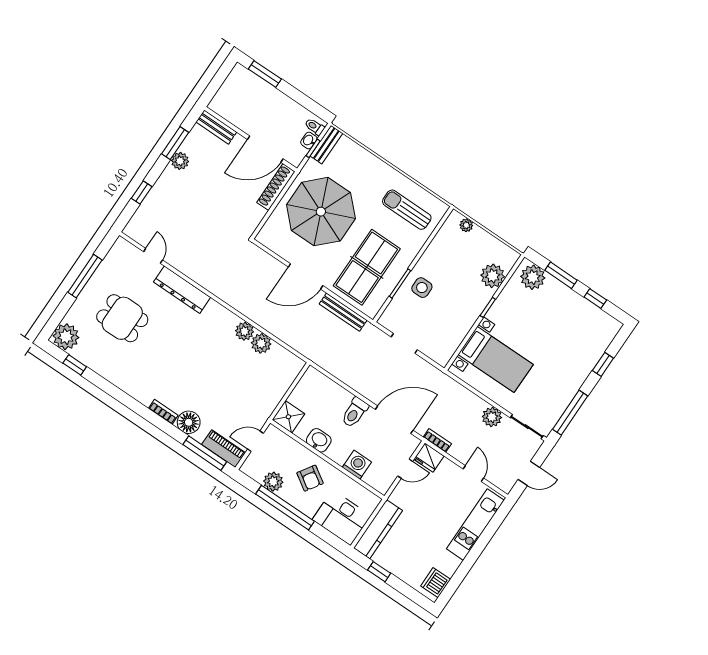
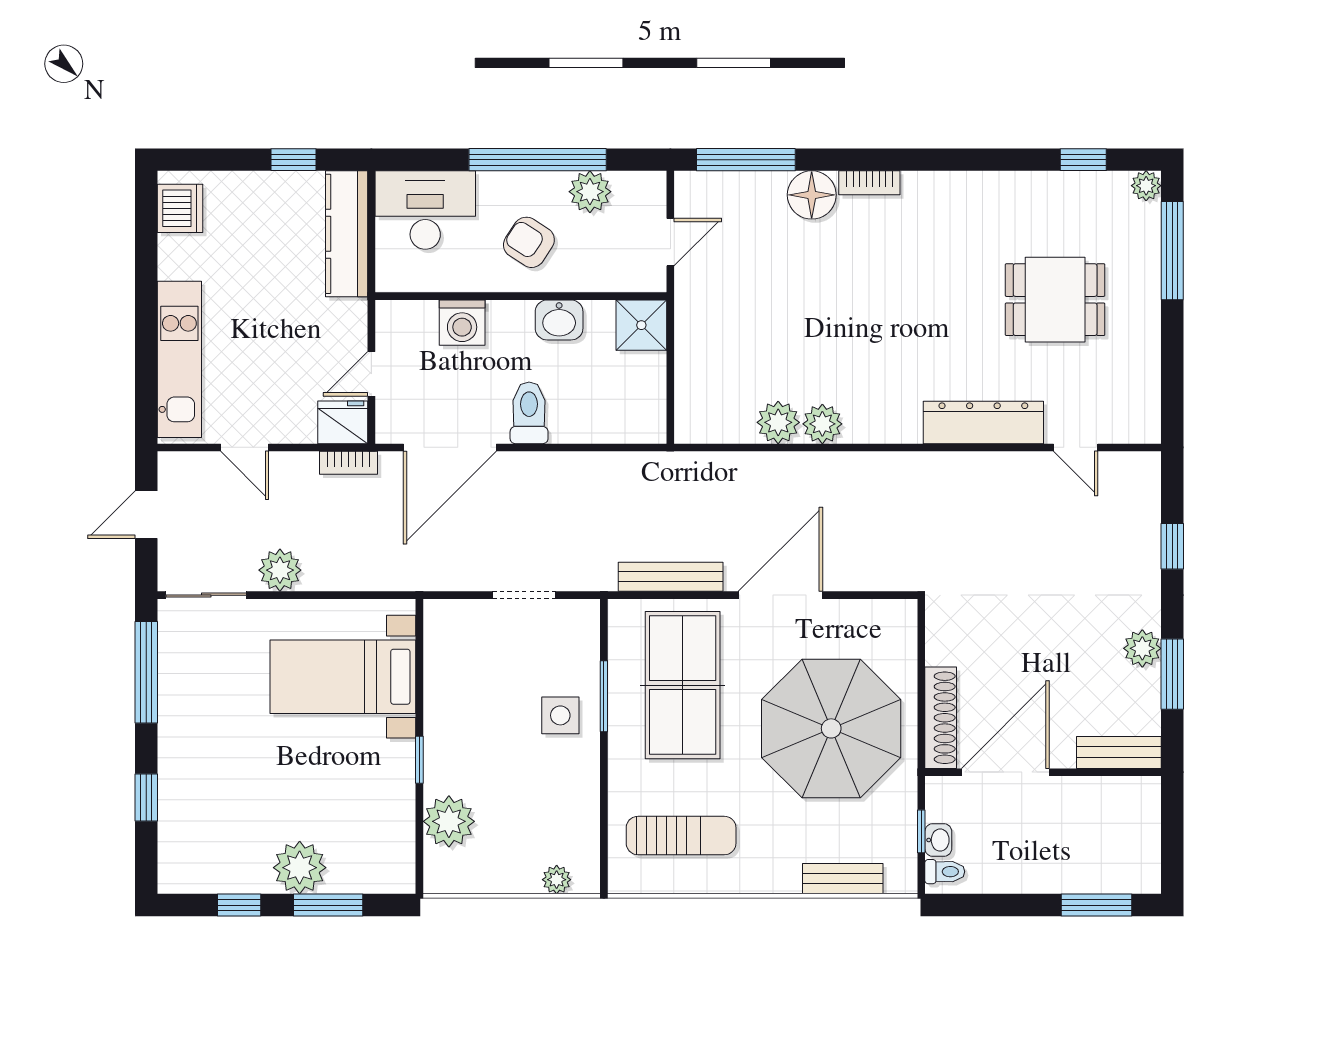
bench: (326, 145) -> (843, 879), moved, turned 90
window: (85, 276) -> (1172, 251), moved
plant: (533, 277) -> (300, 868), moved
plant: (66, 337) -> (1146, 186), width x0.53, depth x0.53
piano: (224, 449) -> (718, 190), removed

